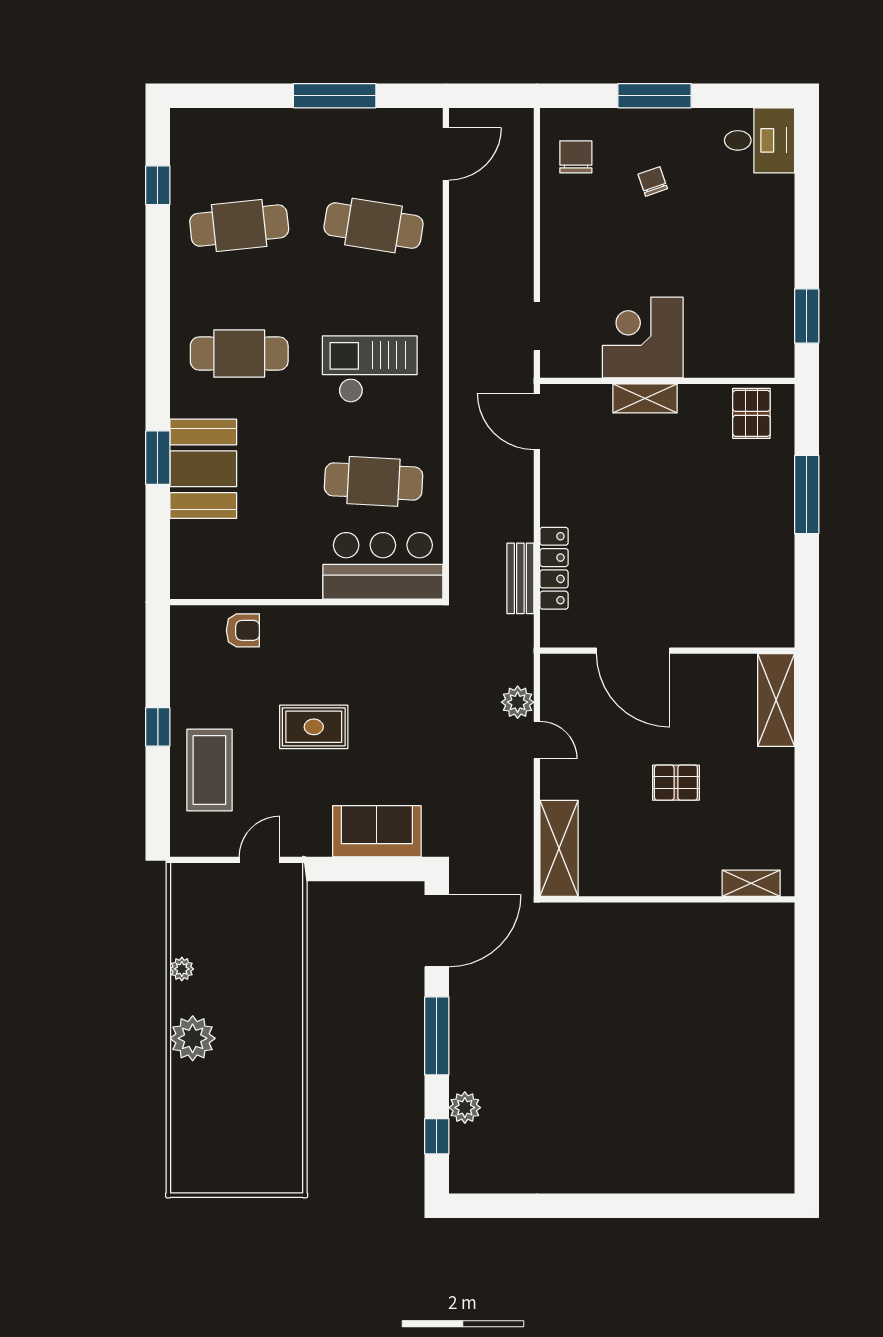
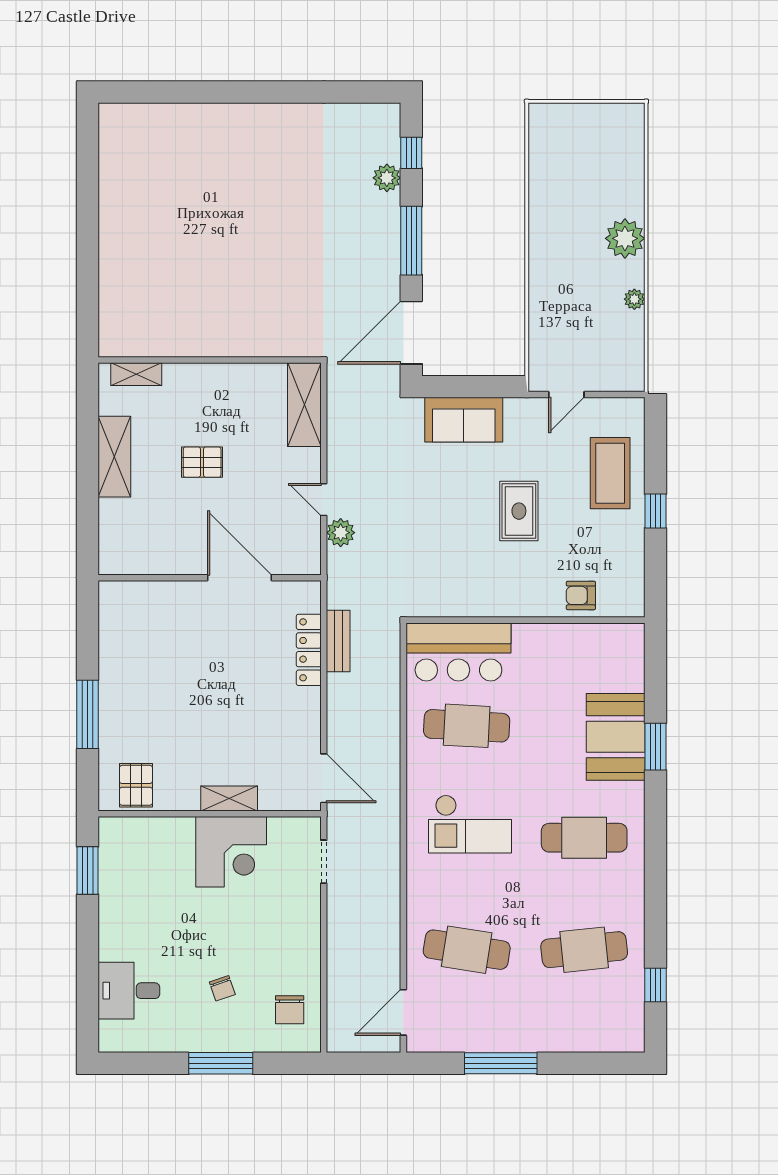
desk: (759, 140) -> (129, 991), moved
shelving: (776, 700) -> (114, 457), moved
rug: (314, 727) -> (519, 511), turned 90

